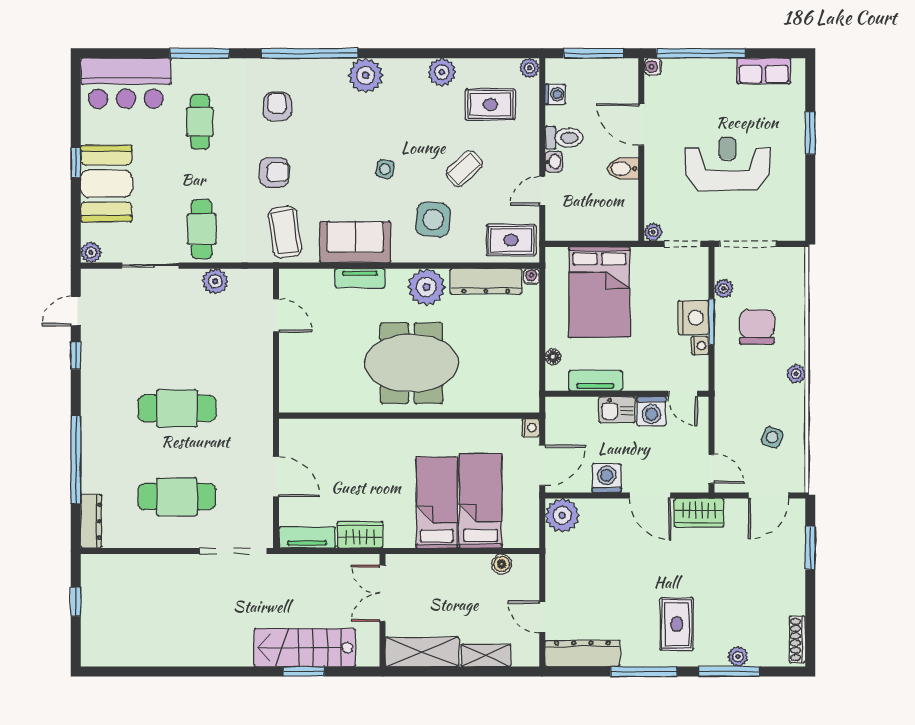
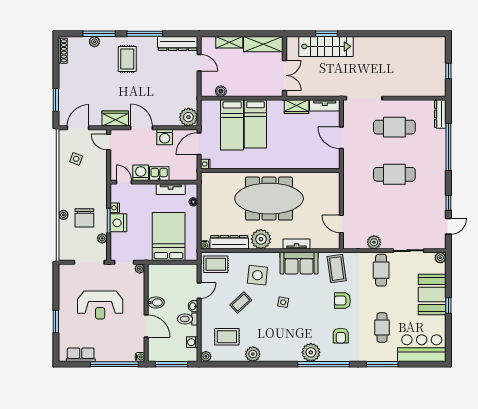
plant: (366, 75) -> (311, 352), moved
meeting table: (411, 363) -> (269, 199), width x1.36
plant: (796, 374) -> (63, 215), moved

